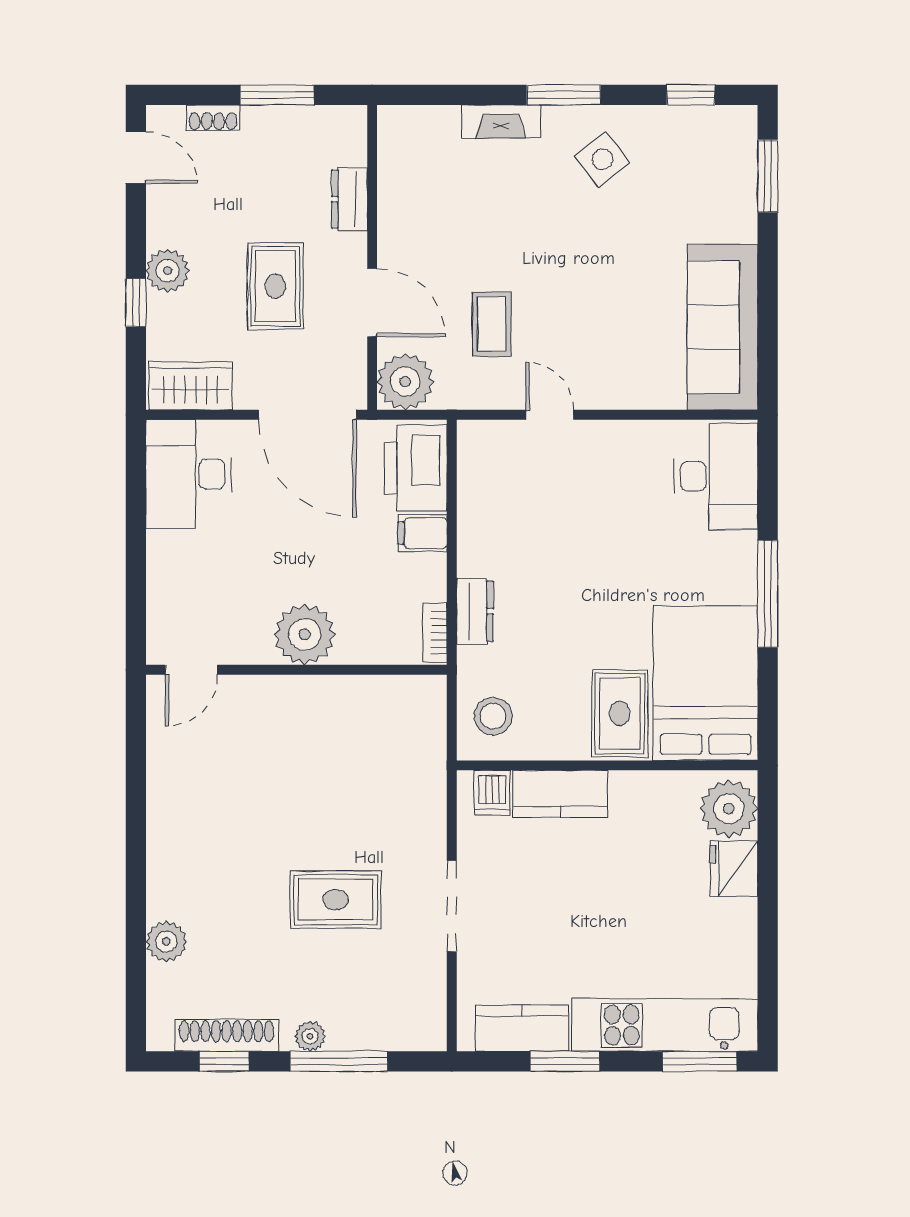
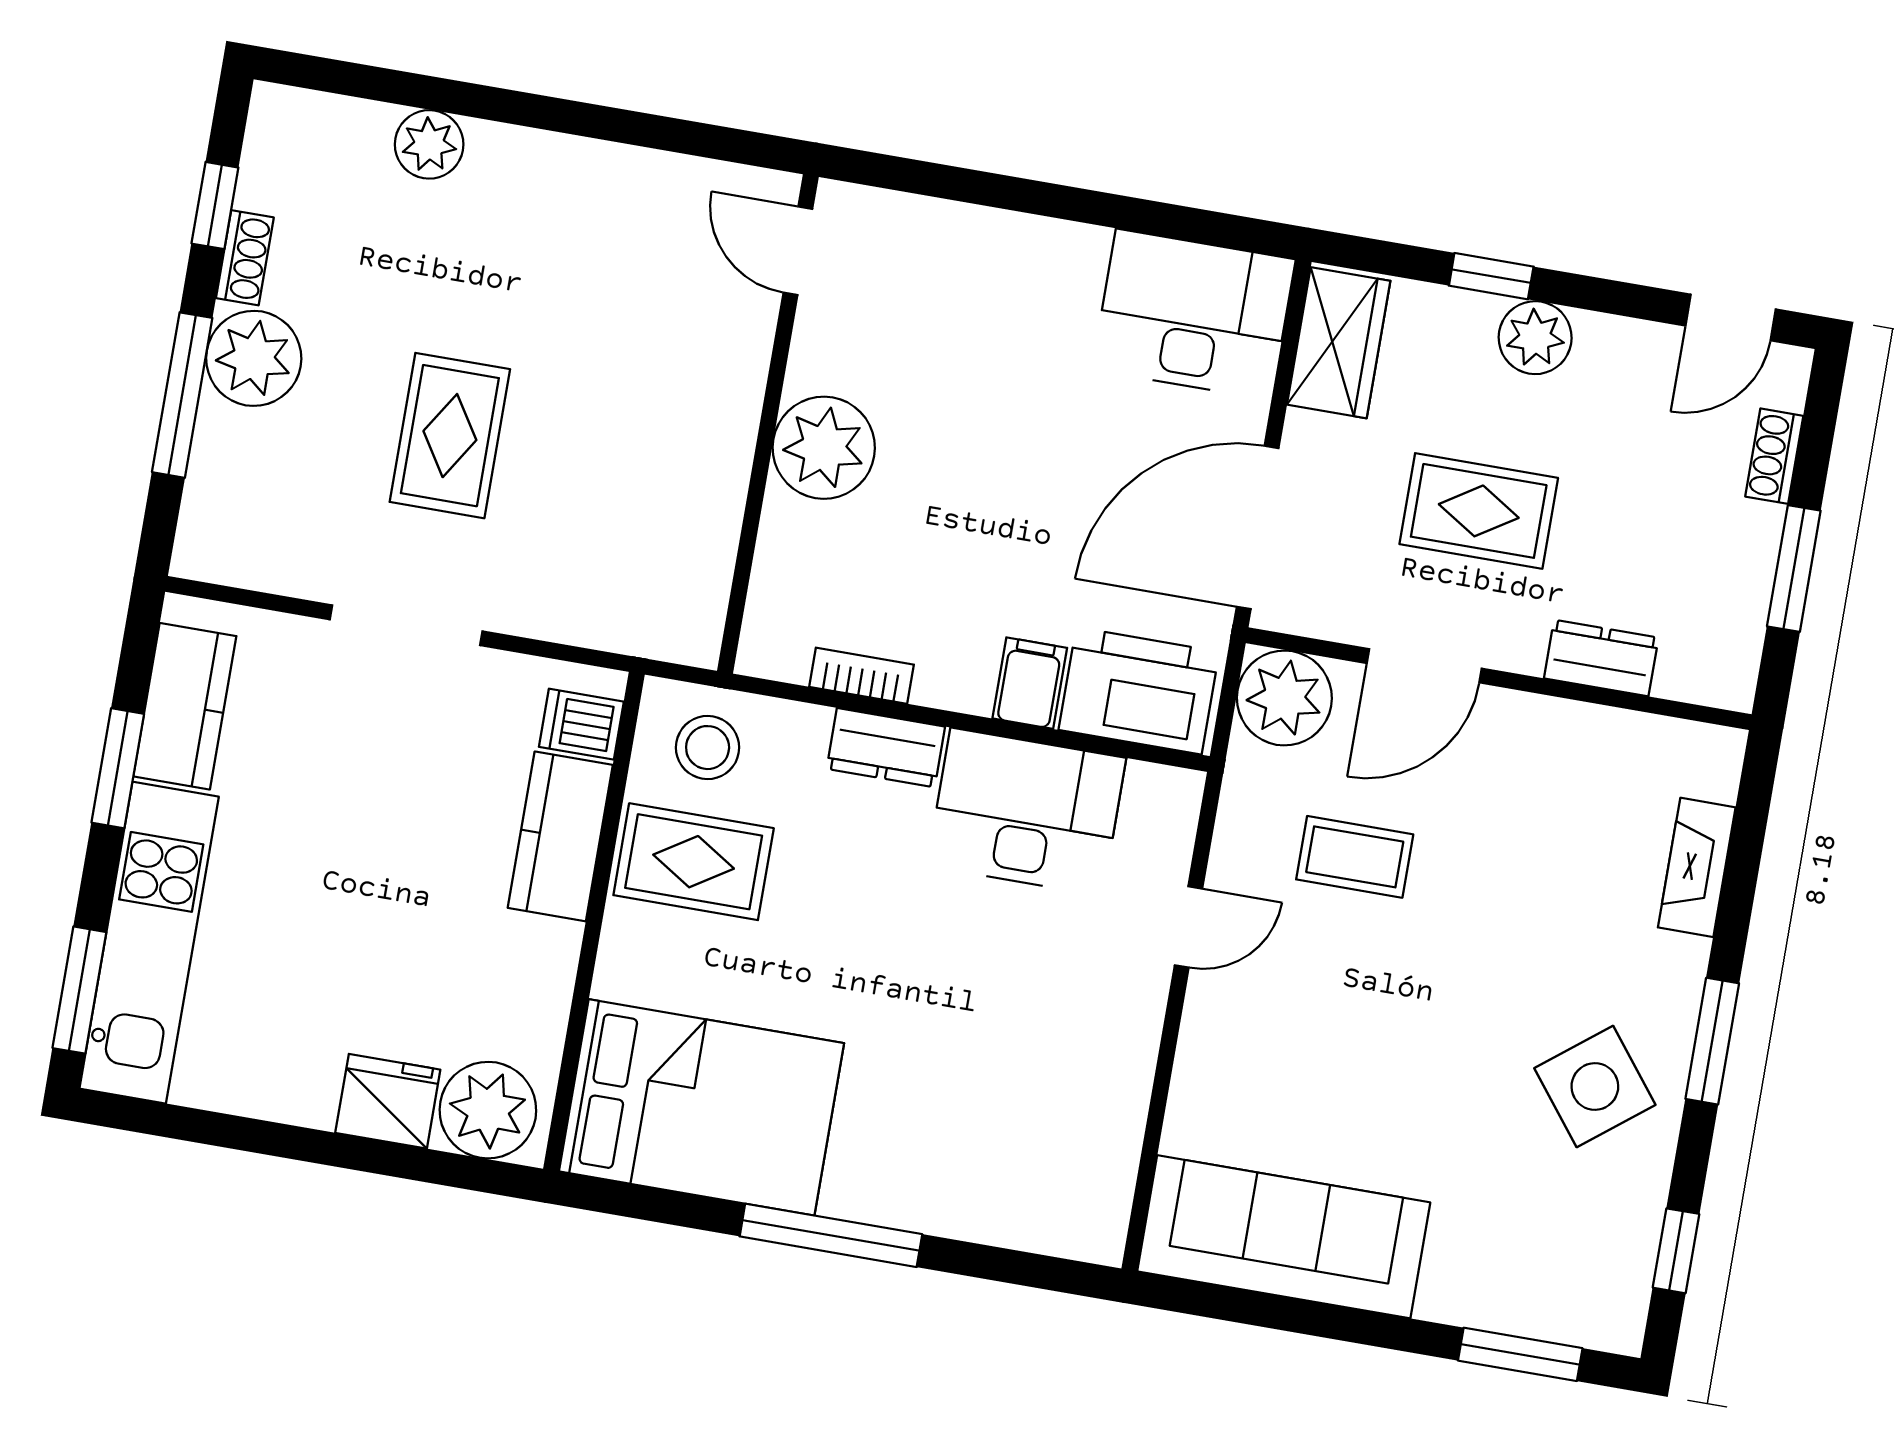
fireplace: (501, 122) -> (1697, 867), moved
side table: (602, 159) -> (1595, 1086), width x1.37, depth x1.37
desk: (716, 476) -> (1027, 812), moved, turned 180
plant: (305, 634) -> (824, 448), moved
door: (191, 670) -> (798, 251), moved
wall: (296, 670) -> (768, 424), moved
rug: (620, 713) -> (694, 862), moved
shoe rack: (227, 1035) -> (245, 258), width x0.51, depth x0.81
plant: (310, 1036) -> (254, 358), width x1.88, depth x1.88

